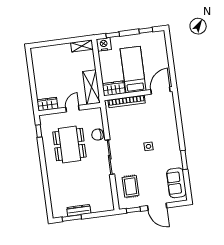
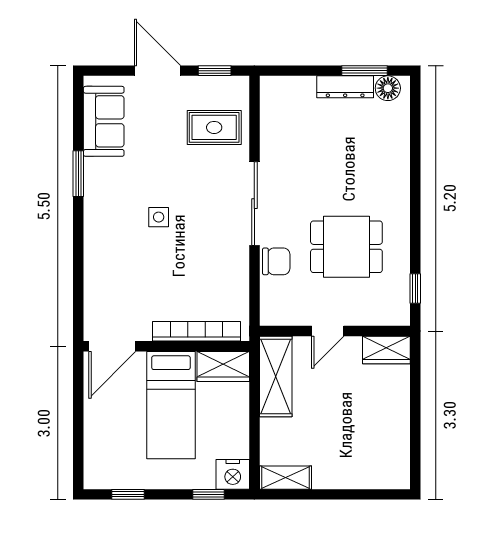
dining table: (69, 144) -> (346, 247), width x0.73
rug: (131, 186) -> (214, 127), turned 90
floor lamp: (61, 212) -> (388, 88), added

